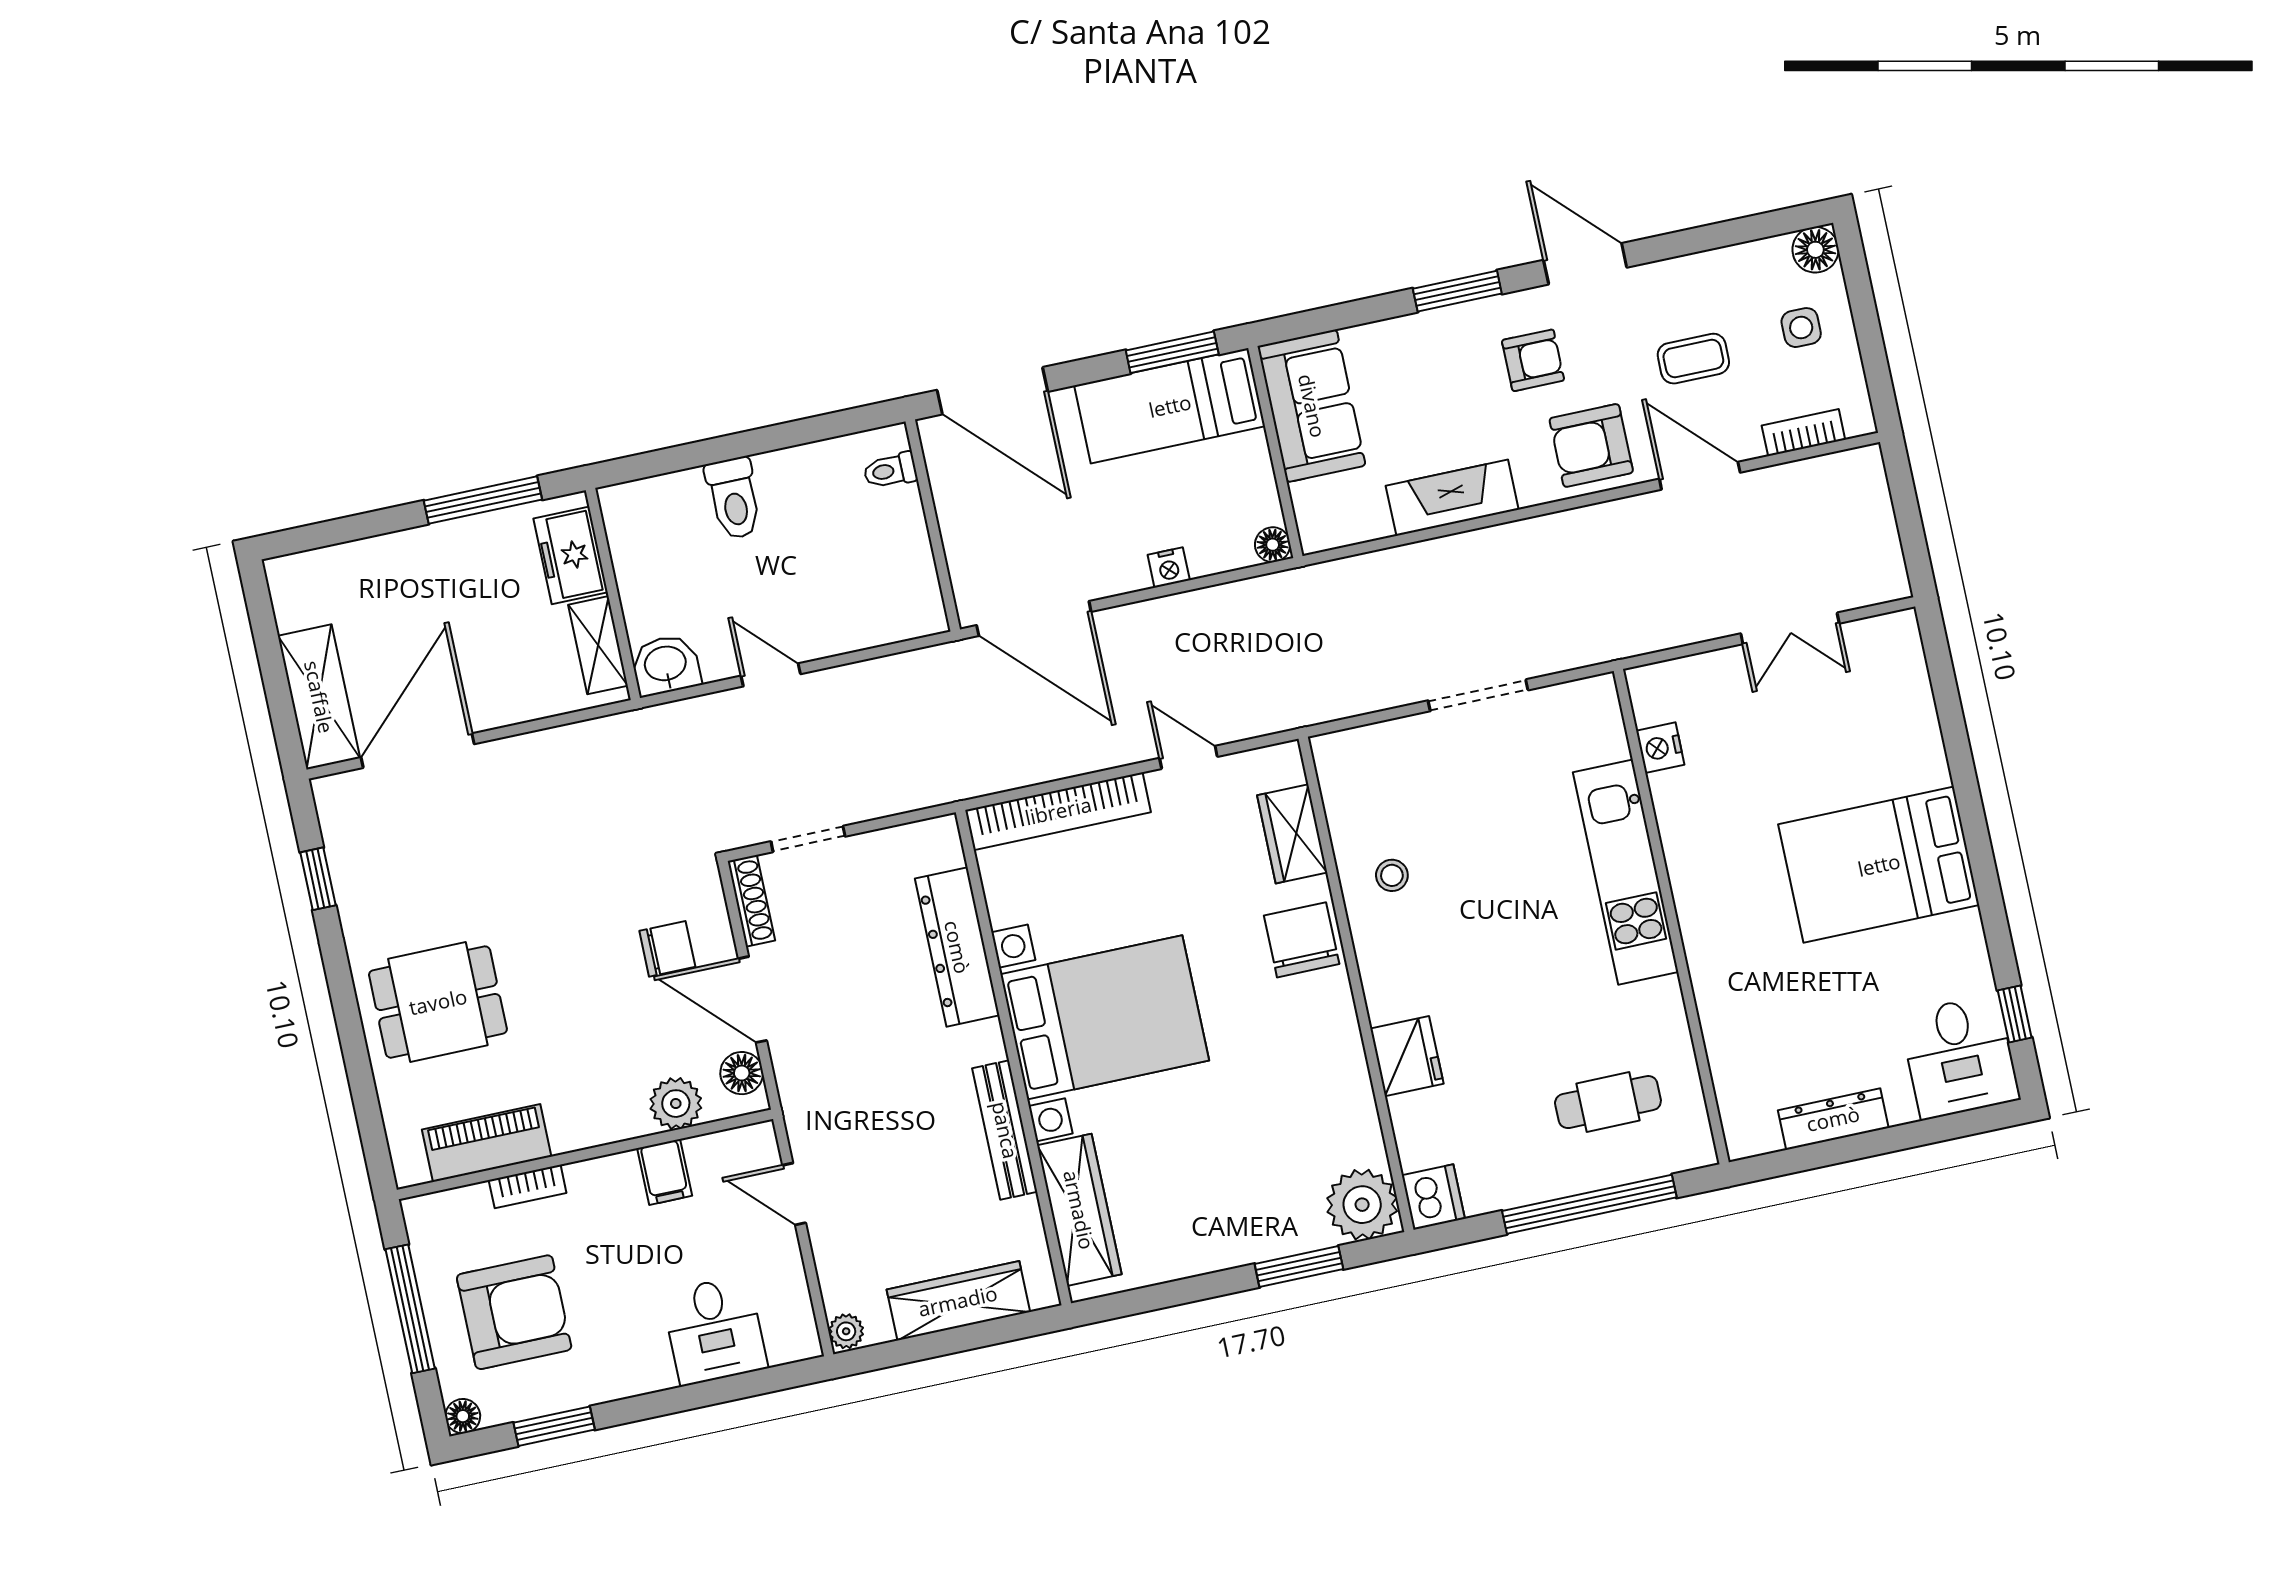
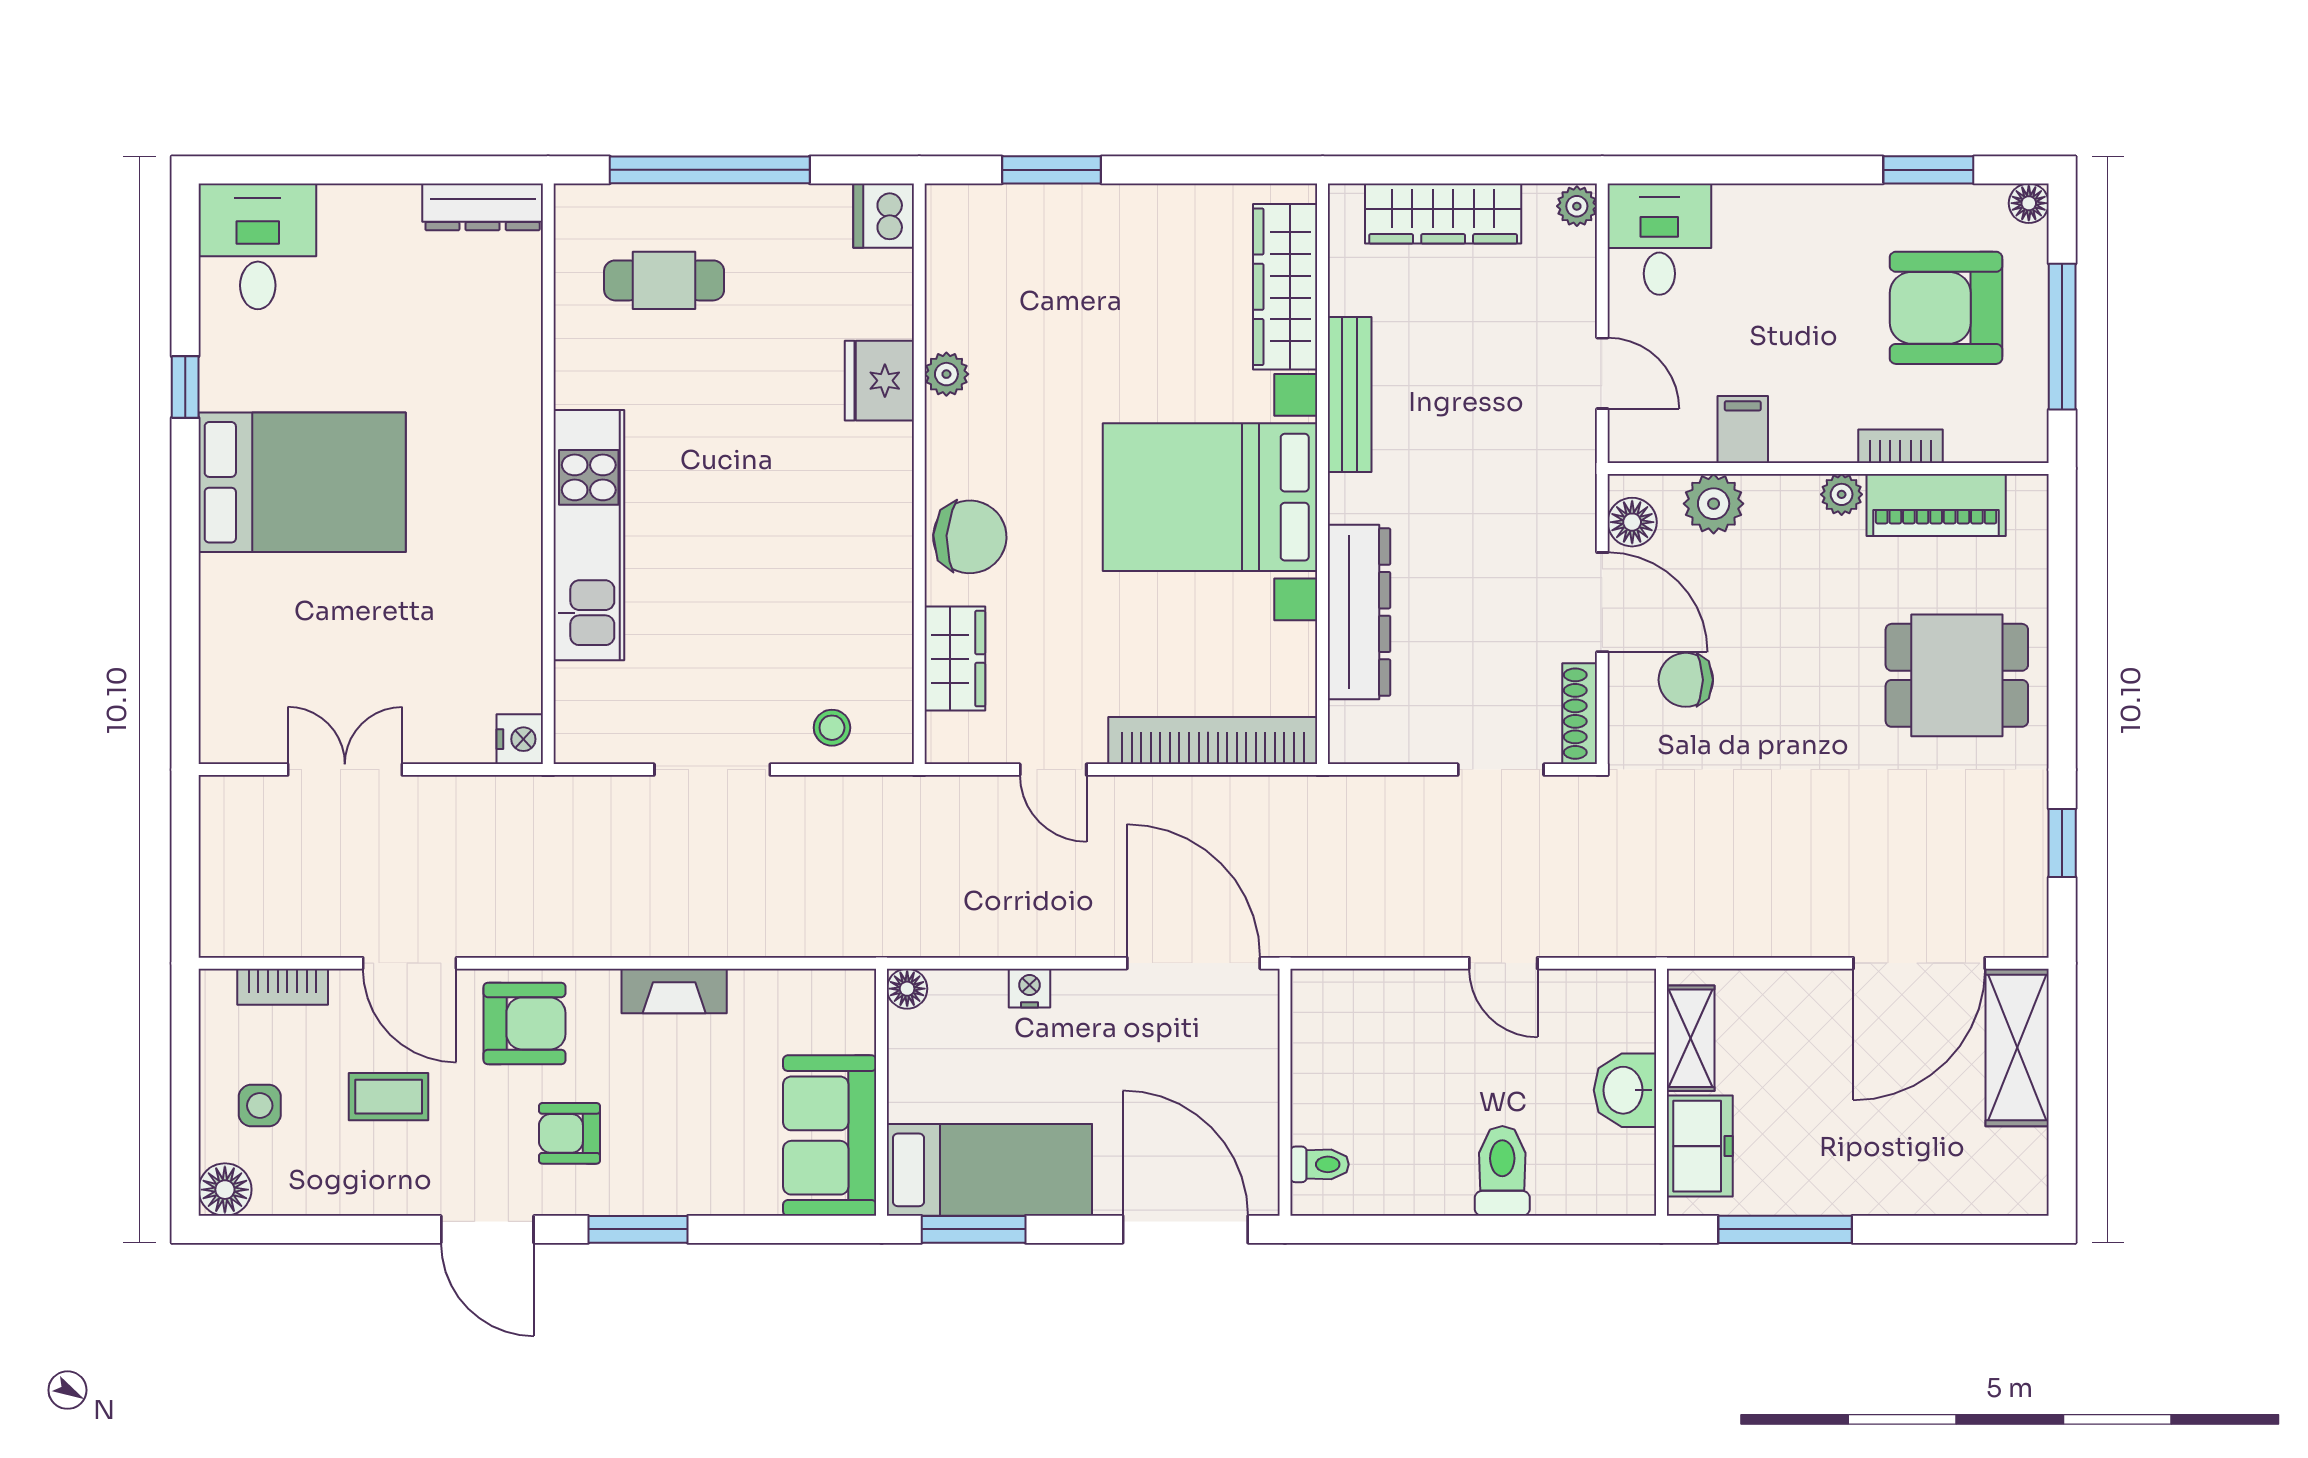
fireplace: (1452, 498) -> (674, 991), width x0.73, depth x0.76
washbasin: (666, 665) -> (1625, 1090), moved, turned 90
nightstand: (1660, 748) -> (520, 739), moved
stool: (1392, 875) -> (832, 728), moved
chair: (1302, 940) -> (970, 537), turned -87
window: (2015, 1014) -> (185, 387), moved
dresser: (1833, 1119) -> (483, 207), moved
plant: (569, 1135) -> (1842, 494), added
plant: (1362, 1205) -> (946, 374), moved, width x0.53, depth x0.53
desk: (714, 1330) -> (1659, 239), moved

